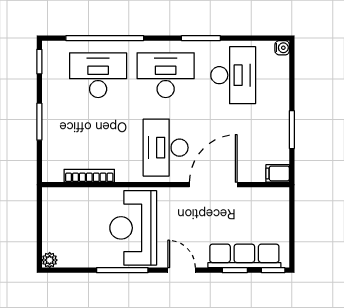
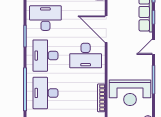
reception desk: (133, 228) -> (130, 93), moved

